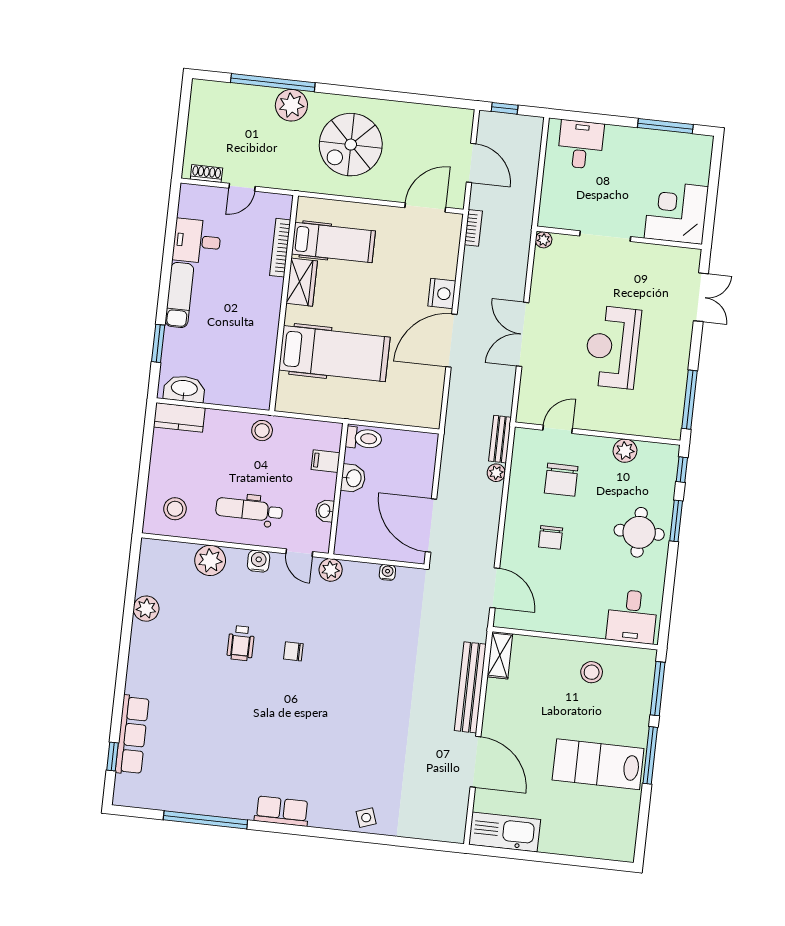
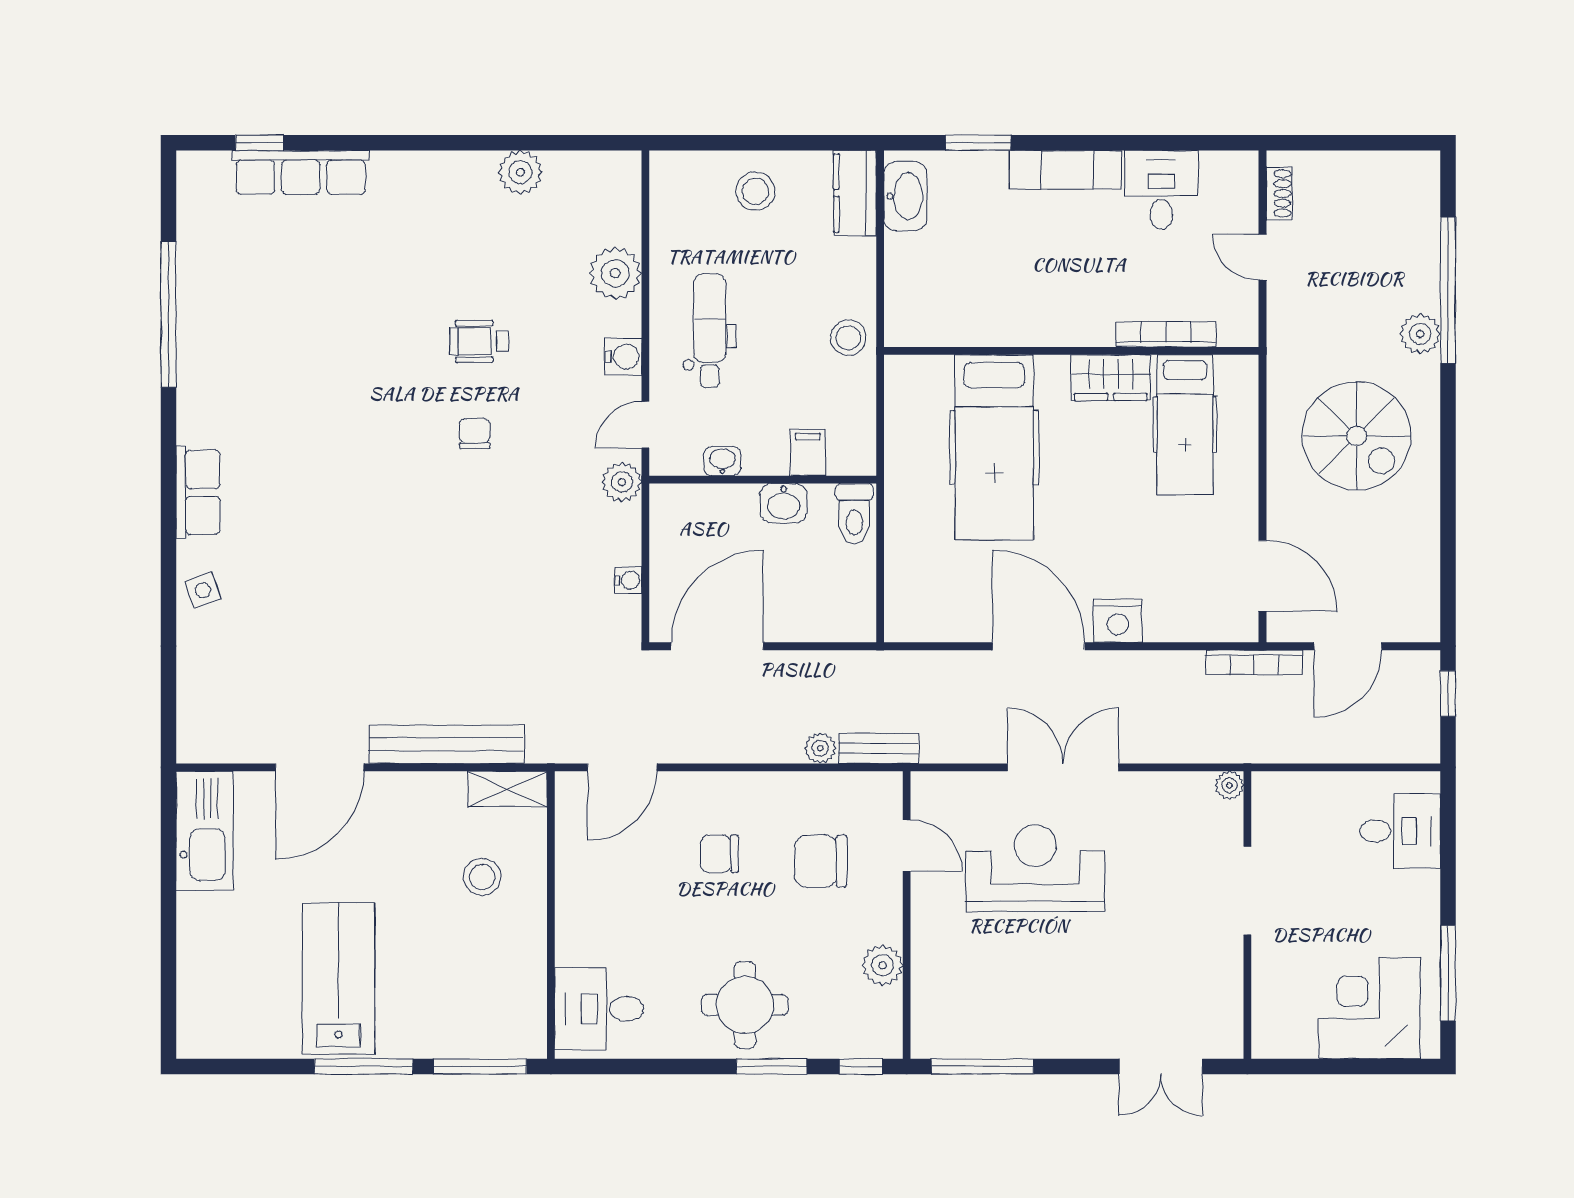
plant: (291, 105) -> (1420, 334), width x0.73, depth x0.73
spiral stairs: (351, 145) -> (1356, 436), turned 180
corner desk: (676, 212) -> (1369, 1008), moved, turned -90
bookcase: (473, 228) -> (1254, 662), width x1.56
reception desk: (612, 347) -> (1035, 868), moved
stool: (175, 509) -> (755, 191), moved
stool: (592, 672) -> (482, 877), moved
row of seats: (282, 811) -> (198, 492), moved

